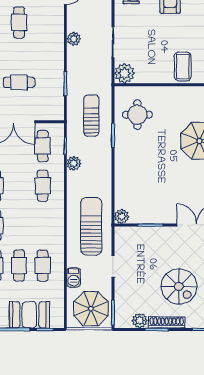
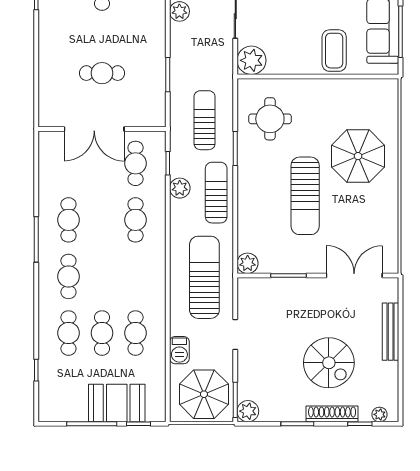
sun lounger: (100, 167) -> (216, 193), added
sun lounger: (162, 169) -> (305, 196), added
plant: (140, 321) -> (248, 411), moved
shoe rack: (167, 322) -> (332, 414), moved

